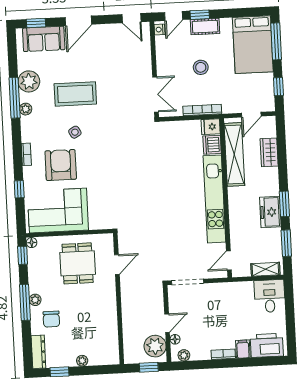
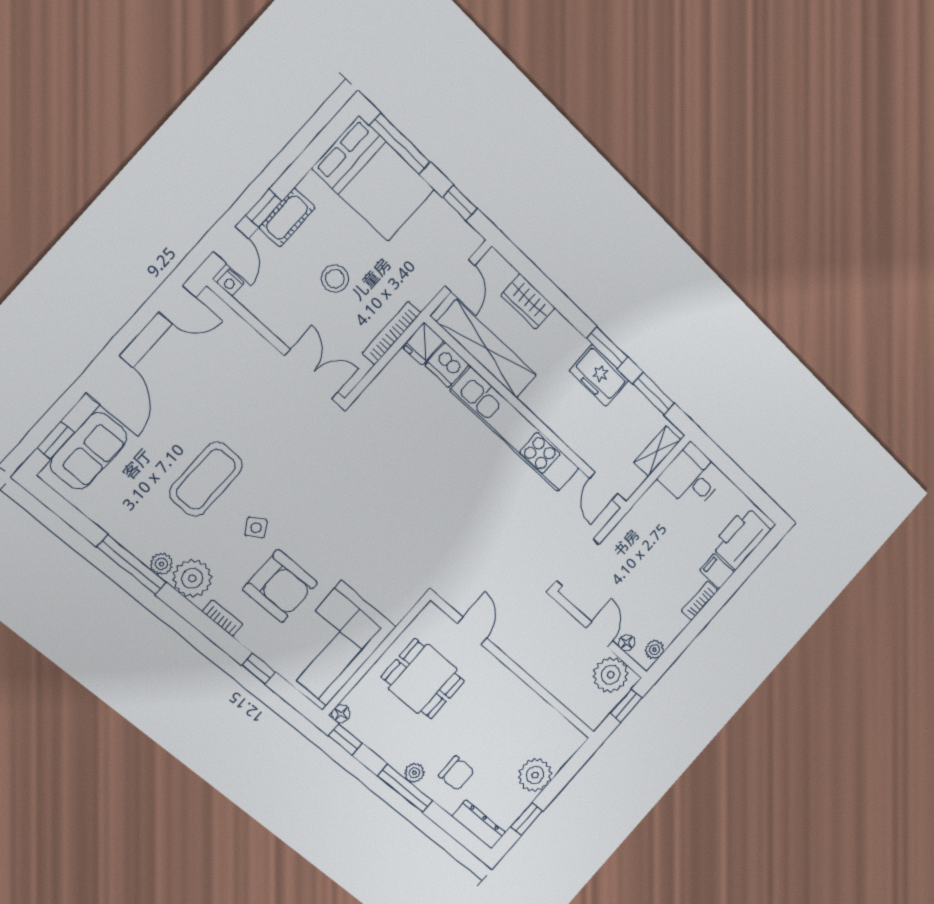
plant: (29, 81) -> (192, 578), moved
armchair: (61, 165) -> (280, 586), turned 180
plant: (82, 361) -> (535, 775), width x1.88, depth x1.88

